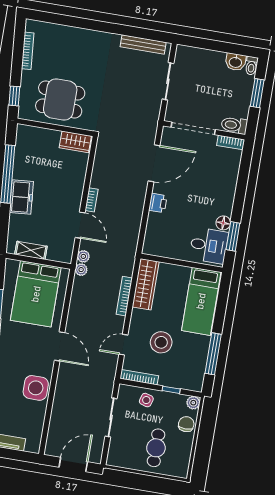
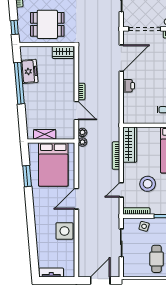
freezer: (21, 197) -> (29, 71), moved
door: (60, 346) -> (76, 199), swing flipped

